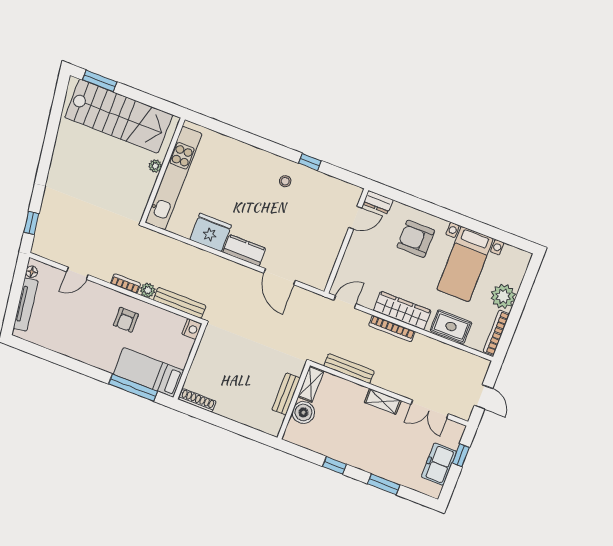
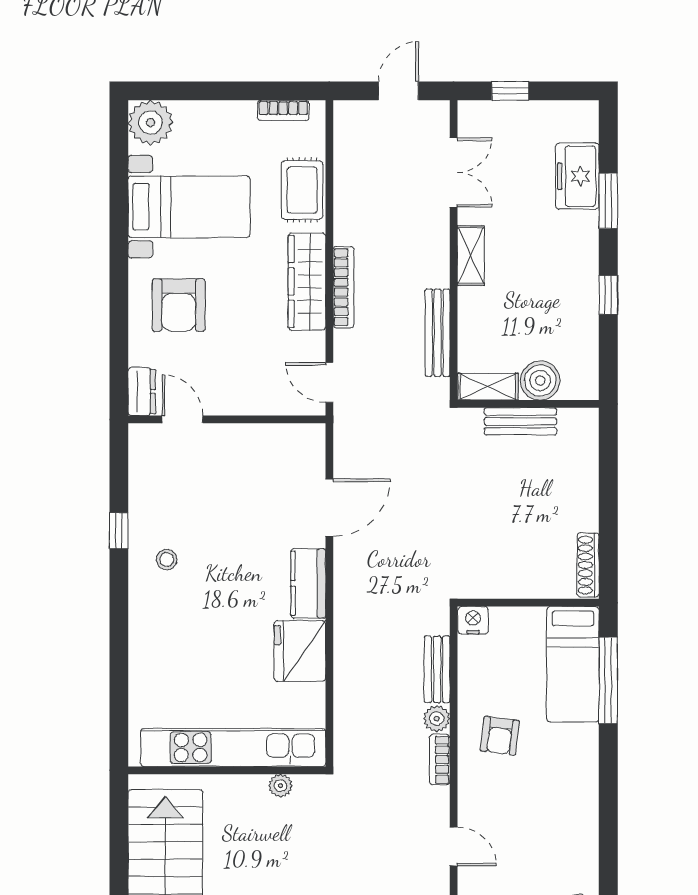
plant: (155, 166) -> (280, 786), moved
plant: (503, 296) -> (151, 123), moved
bench: (180, 303) -> (437, 669), width x0.73
armchair: (126, 320) -> (500, 736), turned 97
bookcase: (496, 333) -> (283, 110), width x0.64
freezer: (439, 464) -> (577, 176), moved, turned 90

